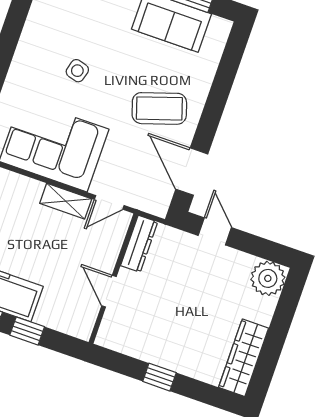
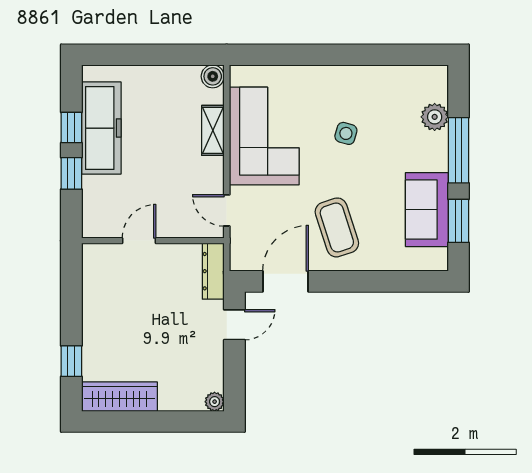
shelving: (66, 201) -> (213, 130), moved
dresser: (139, 244) -> (213, 271), moved, turned 90
plant: (268, 278) -> (215, 402), width x0.53, depth x0.53
window: (159, 377) -> (71, 361), moved

